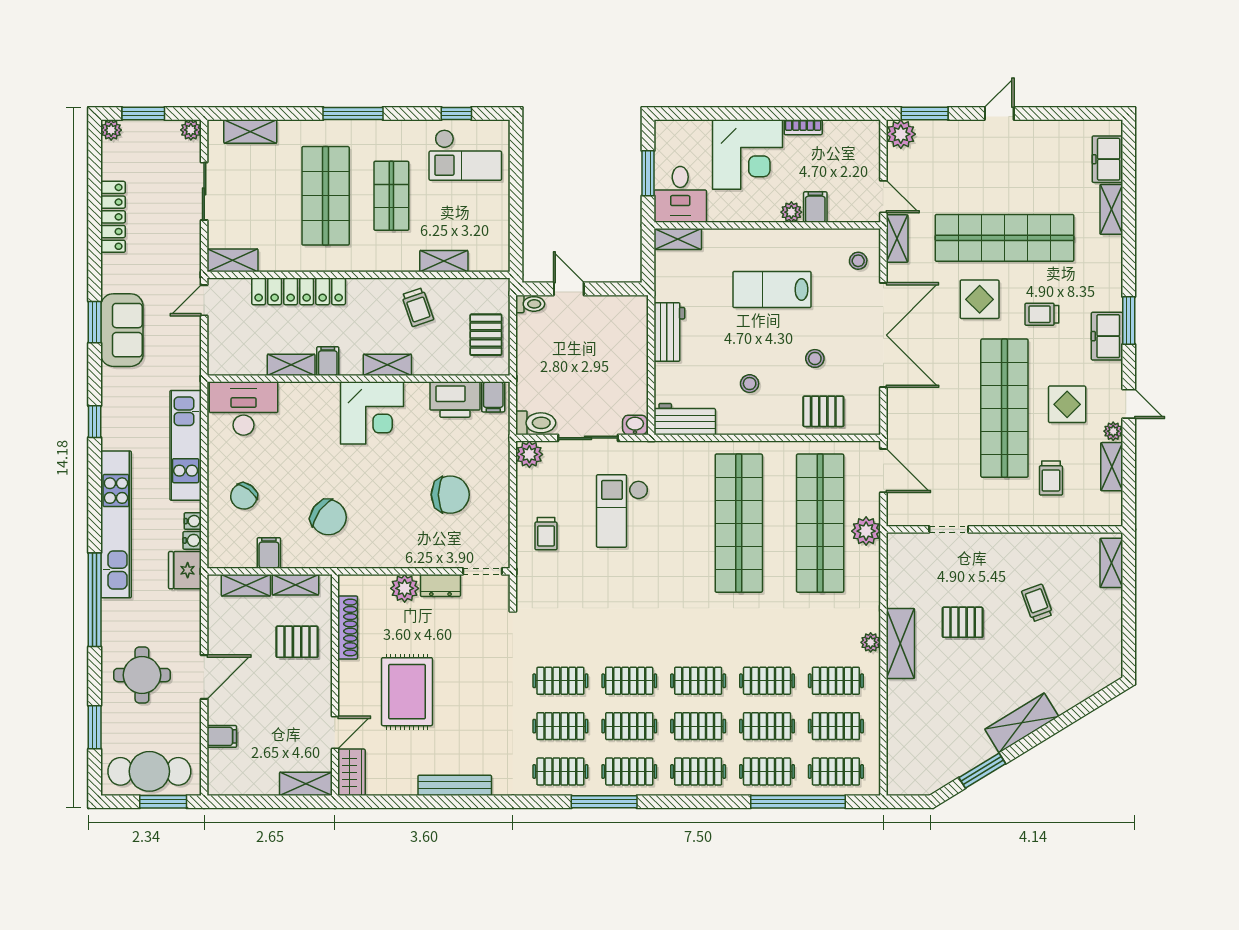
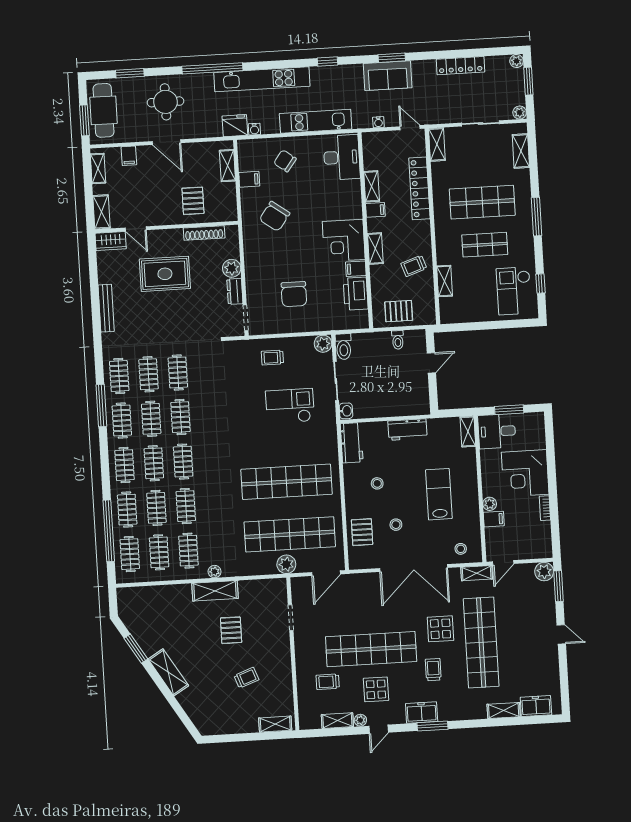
toilet: (530, 304) -> (398, 340), moved
filing cabinet: (493, 397) -> (356, 269), moved
water cooler: (193, 521) -> (378, 122), moved
shelving: (295, 585) -> (98, 169), moved

